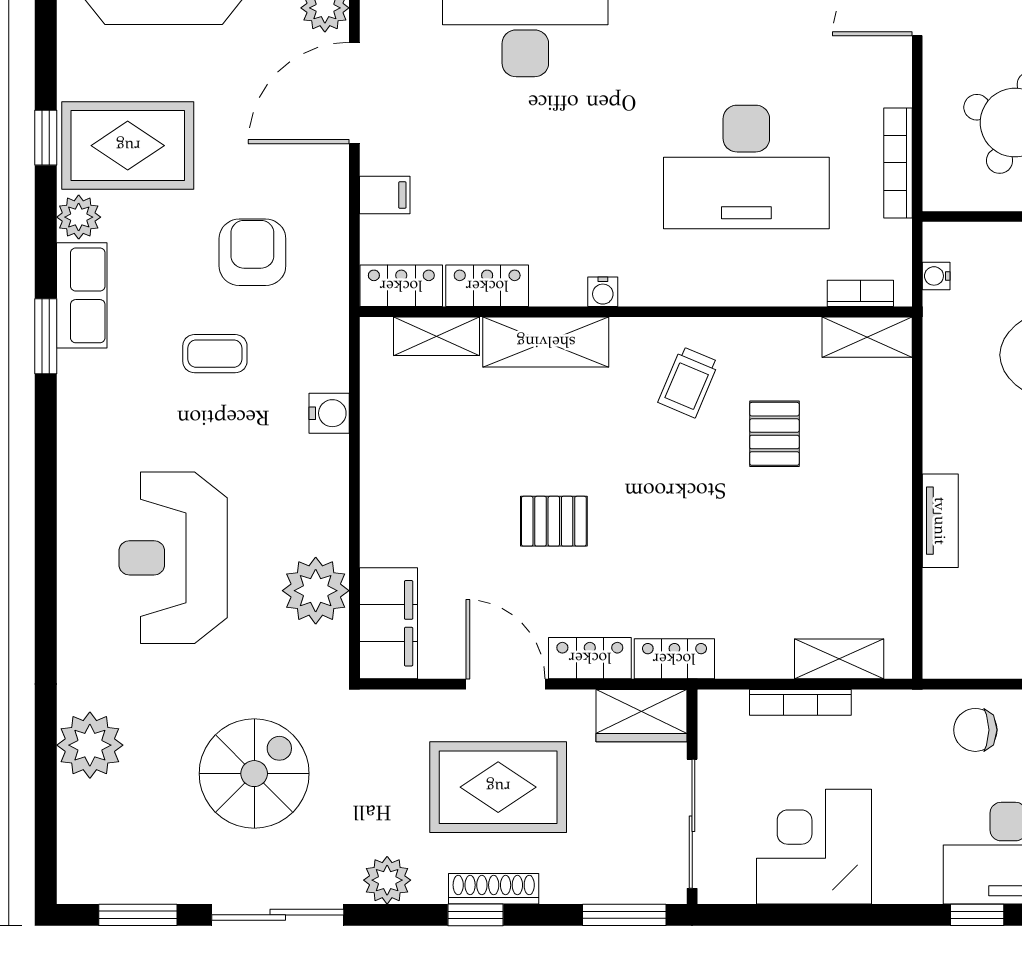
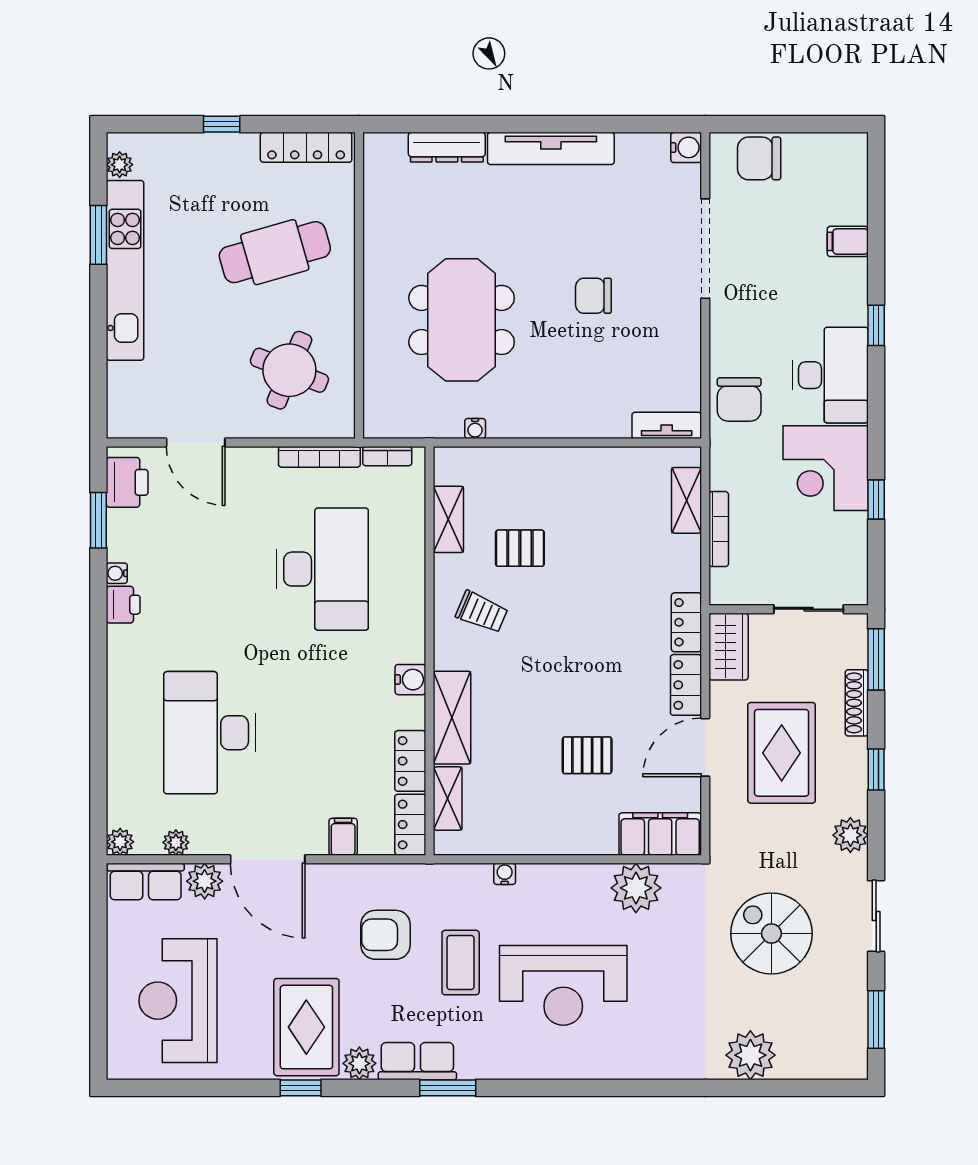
water cooler: (936, 276) -> (475, 428), moved
water cooler: (603, 292) -> (410, 680), width x1.38, depth x1.38
bookcase: (860, 293) -> (387, 456), moved, turned -90
shelving: (867, 337) -> (448, 519), moved
coffee table: (215, 354) -> (461, 963), width x1.36, depth x1.30
water cooler: (329, 413) -> (505, 874), width x0.72, depth x0.72
pallet: (554, 521) -> (587, 755), moved, turned 90
tv unit: (940, 521) -> (667, 425), moved
reception desk: (173, 558) -> (563, 985), moved
chair: (975, 730) -> (739, 399), width x1.37, depth x1.37
sliding door: (692, 824) -> (809, 609), width x0.73
corner desk: (814, 847) -> (826, 468), moved
shoe rack: (494, 889) -> (857, 703), moved
sliding door: (278, 915) -> (876, 916), width x0.73
window: (977, 915) -> (876, 500), moved

